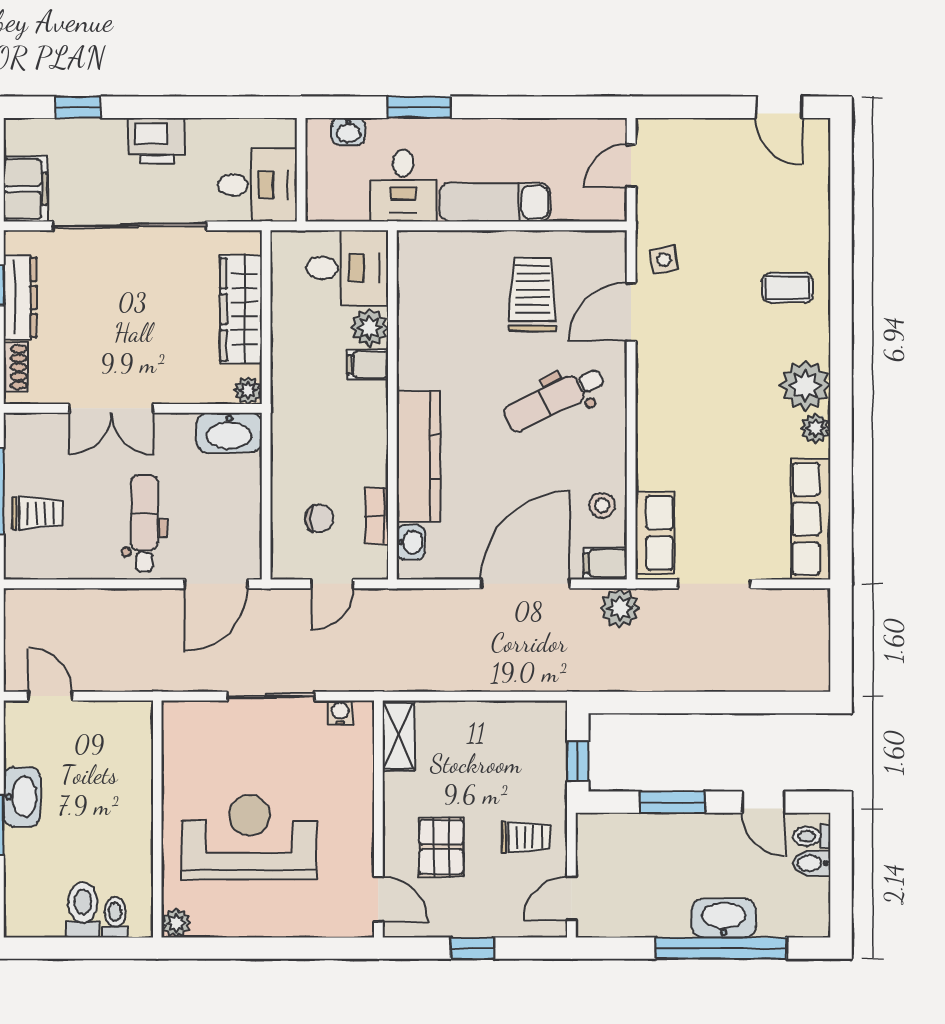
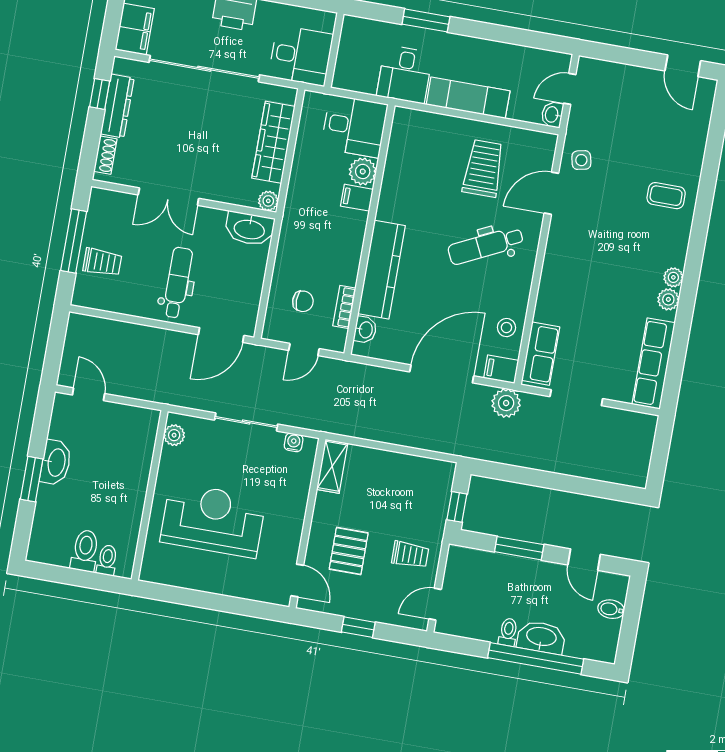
washbasin: (348, 131) -> (552, 115), moved, turned 90
plant: (805, 385) -> (673, 277), width x0.53, depth x0.53
toilet: (812, 836) -> (508, 632), moved, turned 90
plant: (176, 923) -> (174, 435), moved

